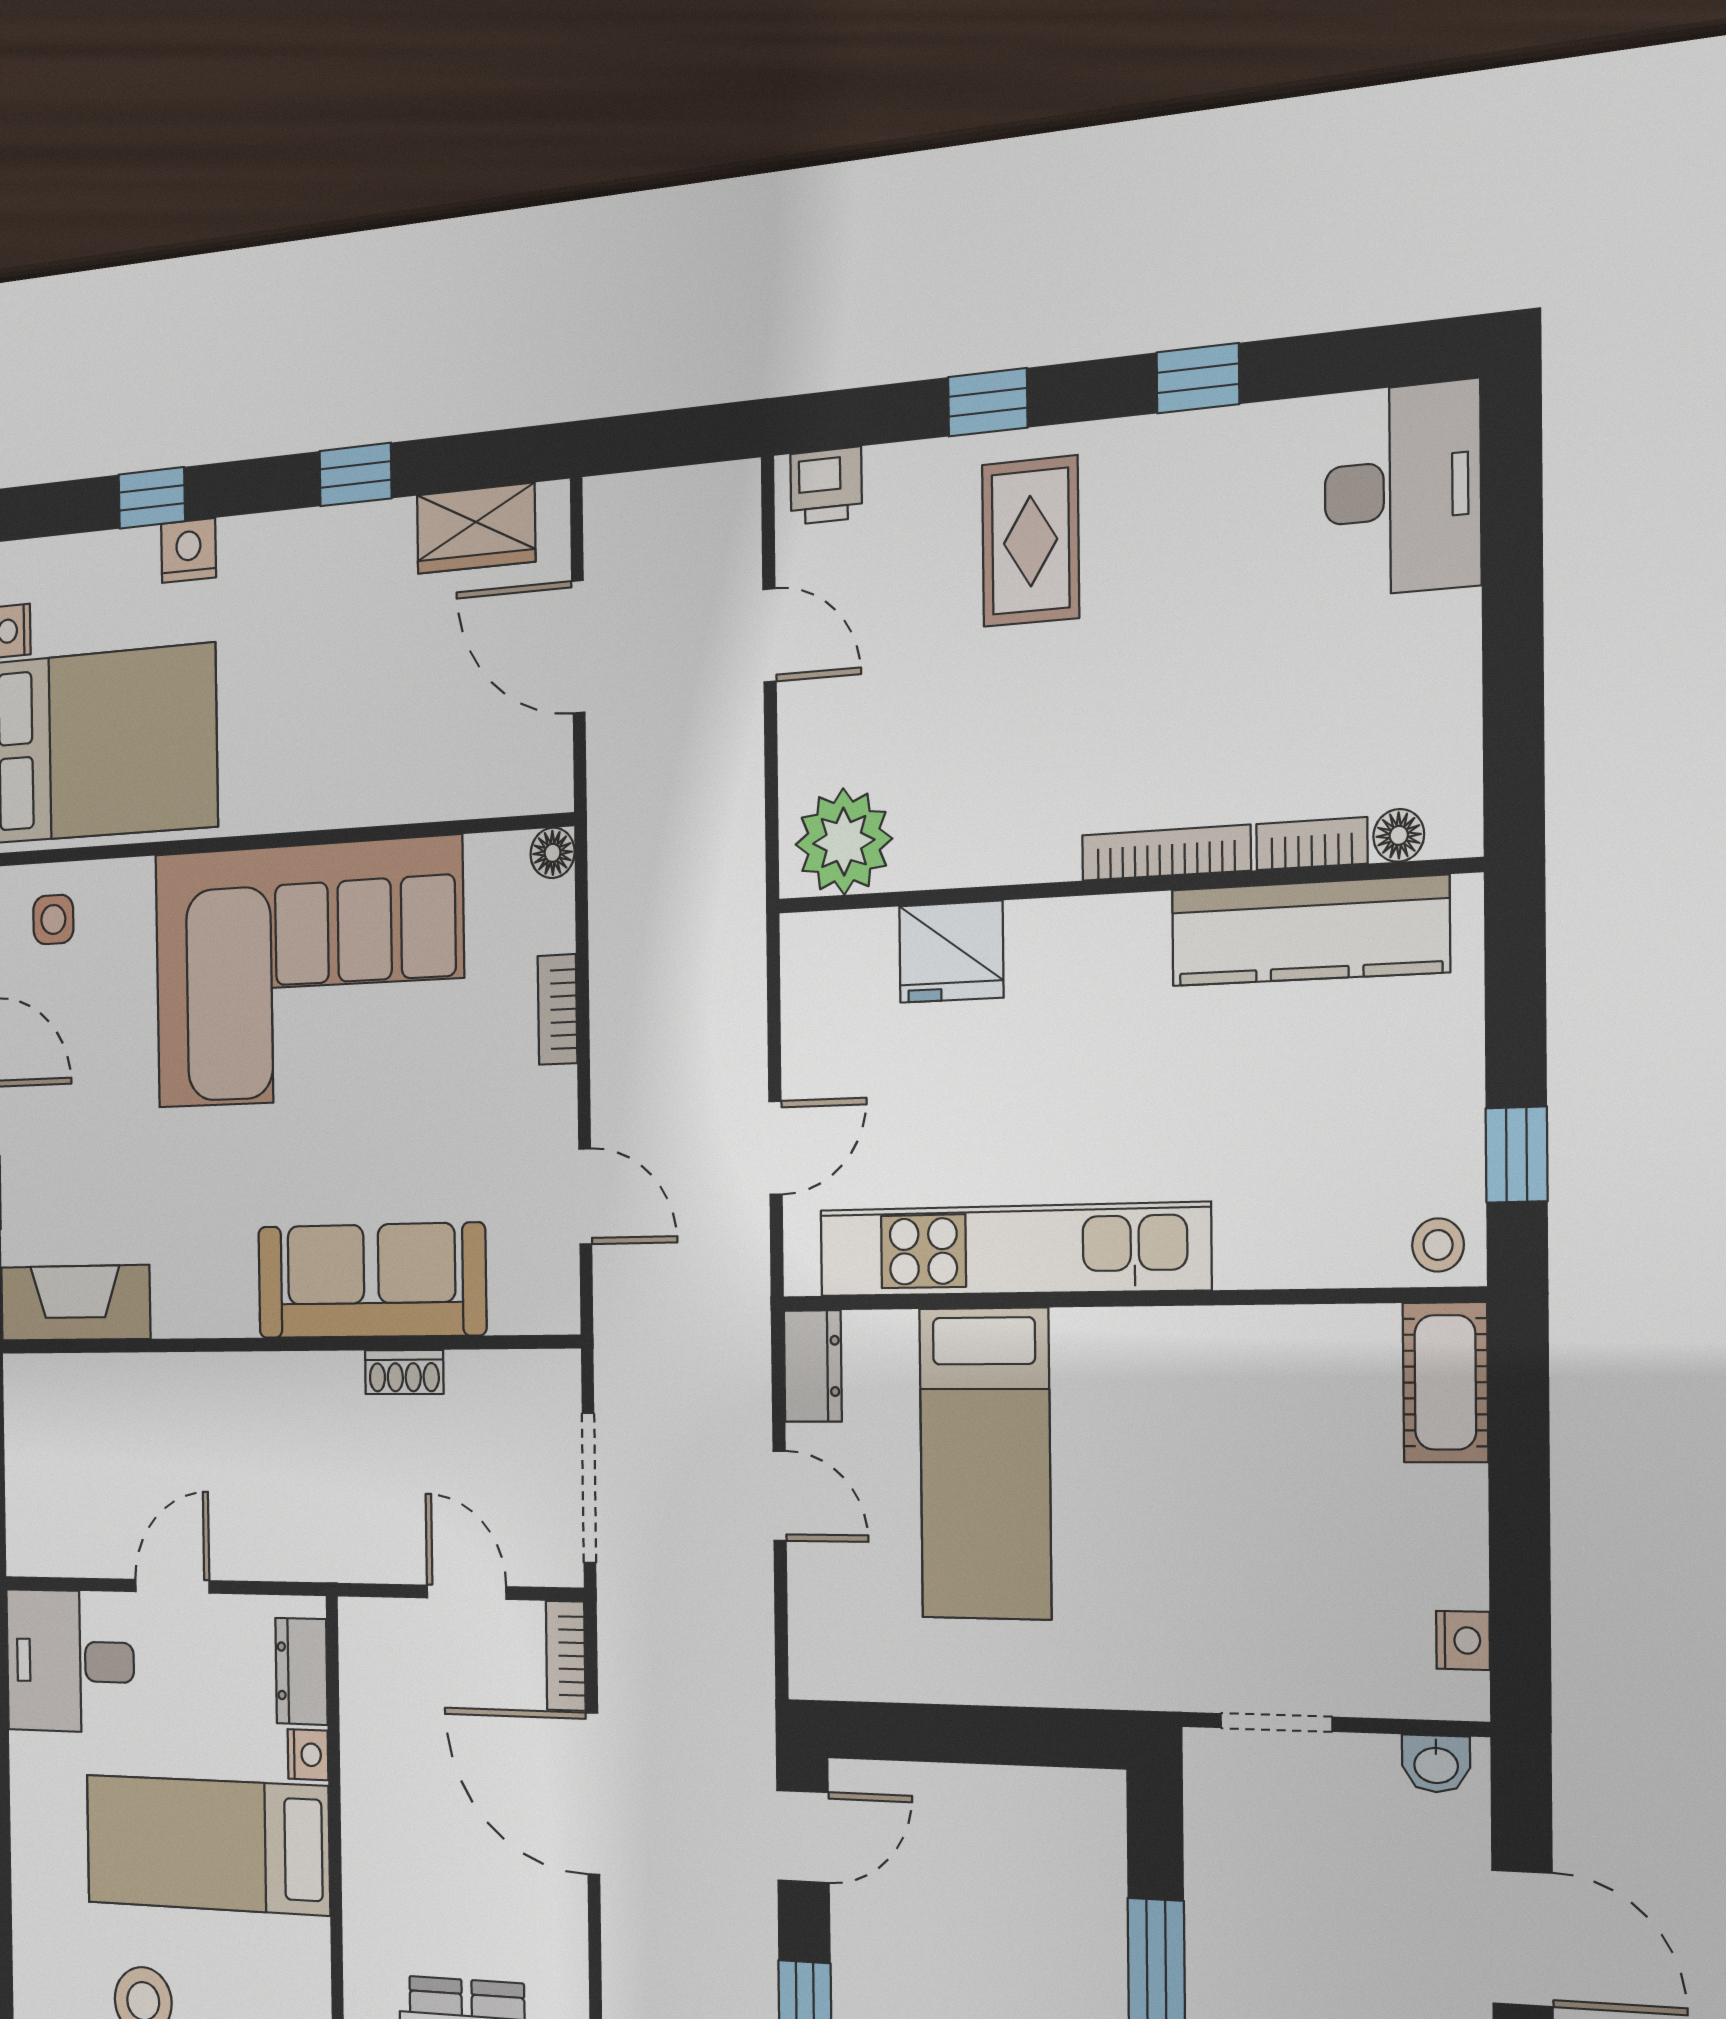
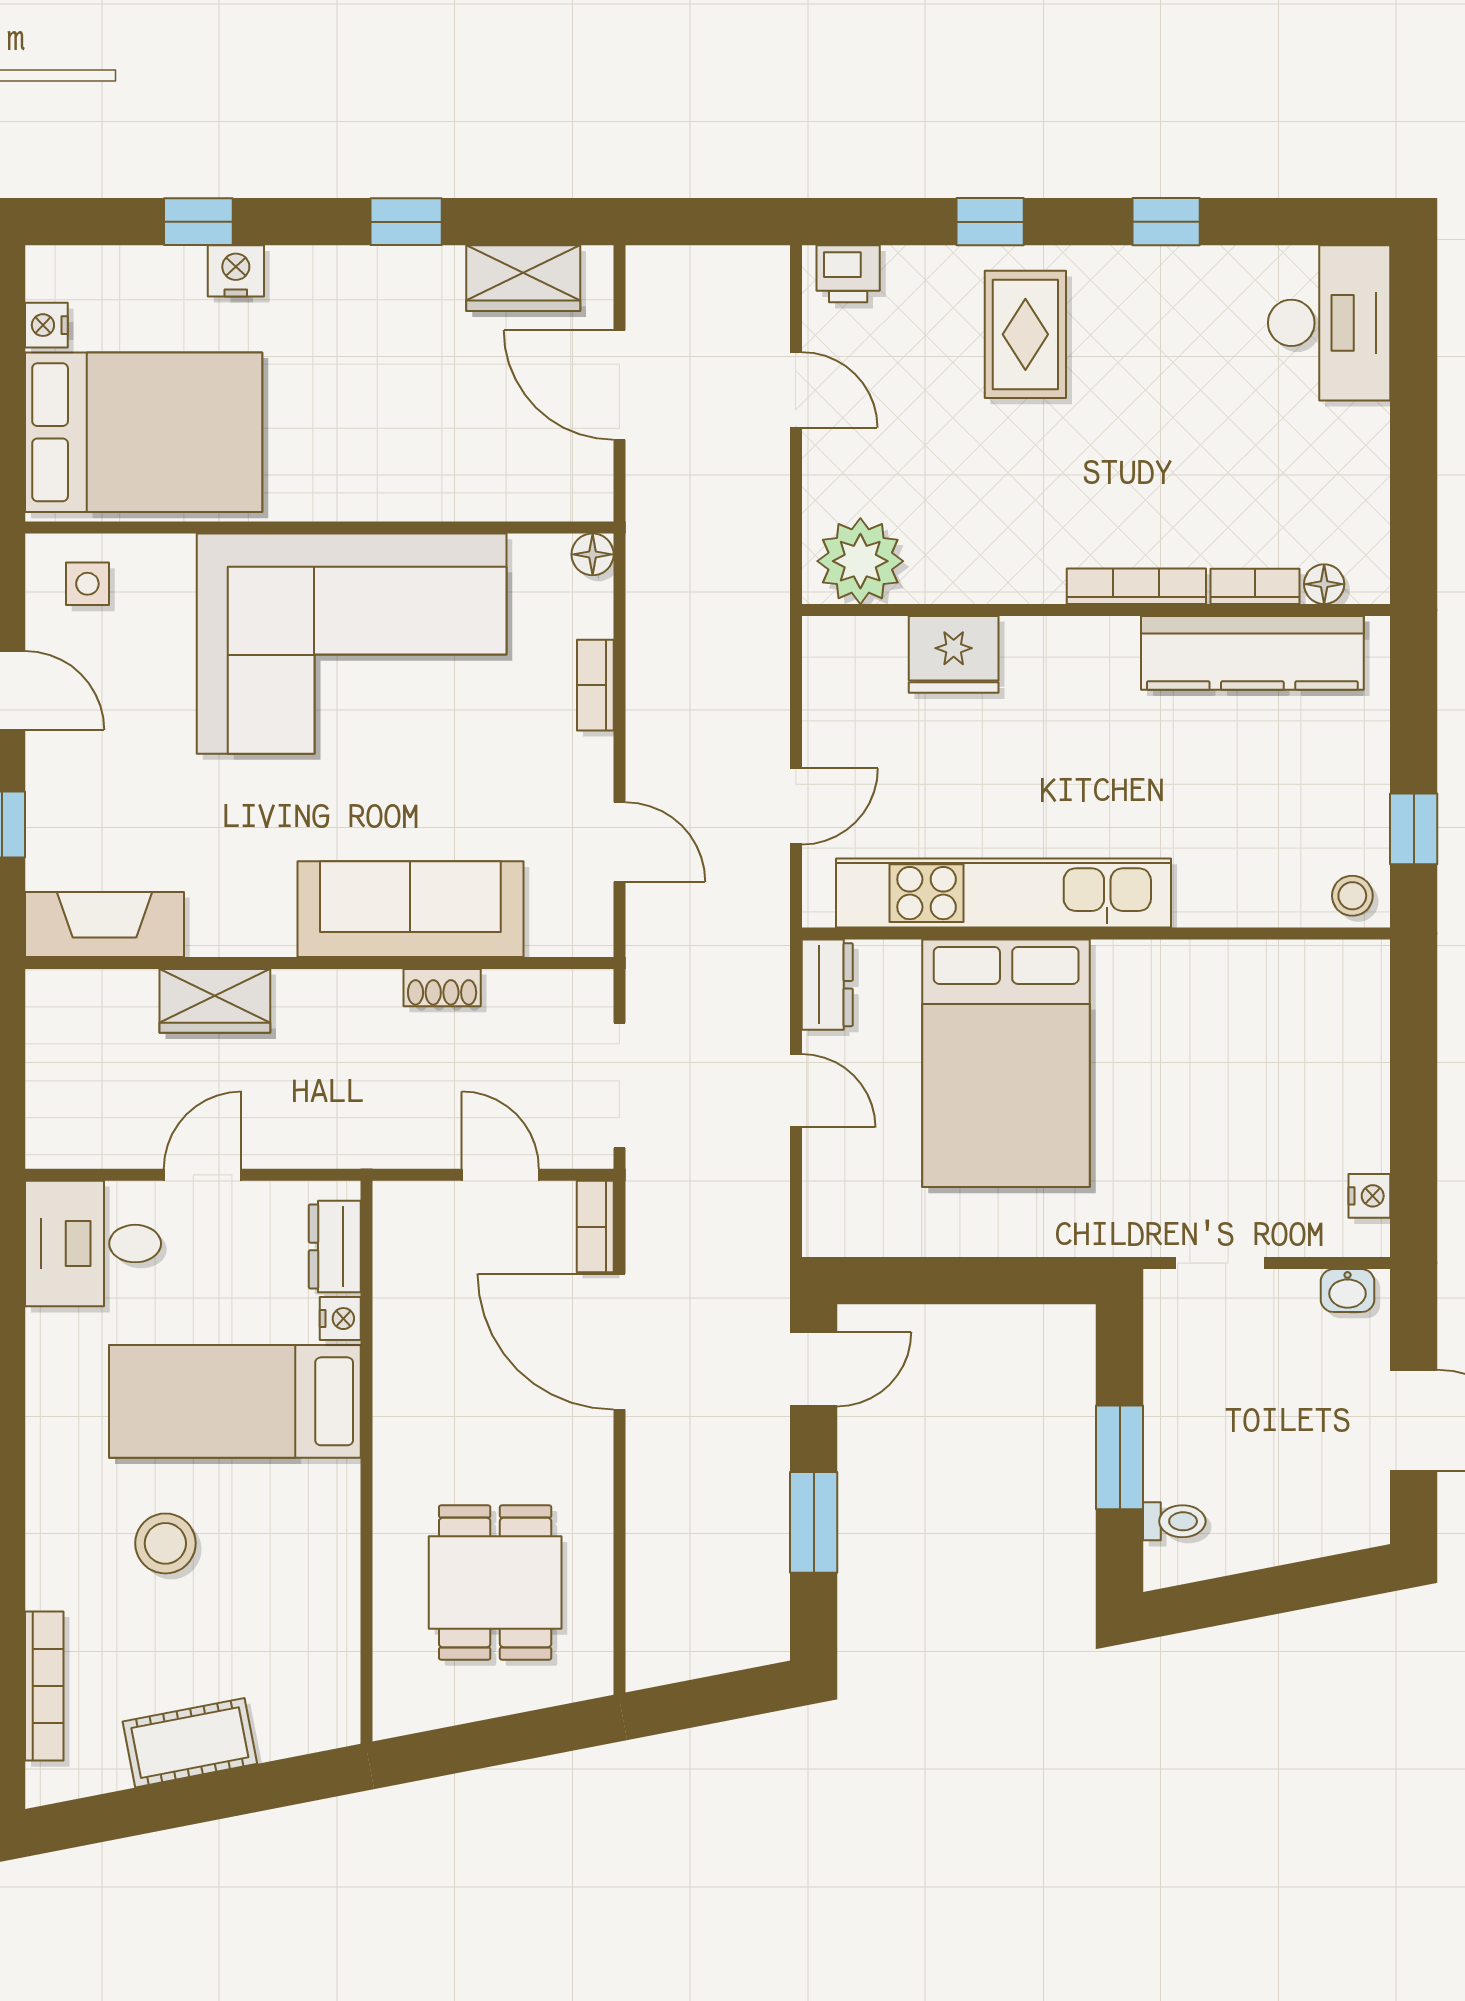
cot: (1445, 1382) -> (1357, 1000), removed
wardrobe: (181, 1388) -> (215, 1001), added
bed: (985, 1463) -> (1006, 1063), width x1.50

